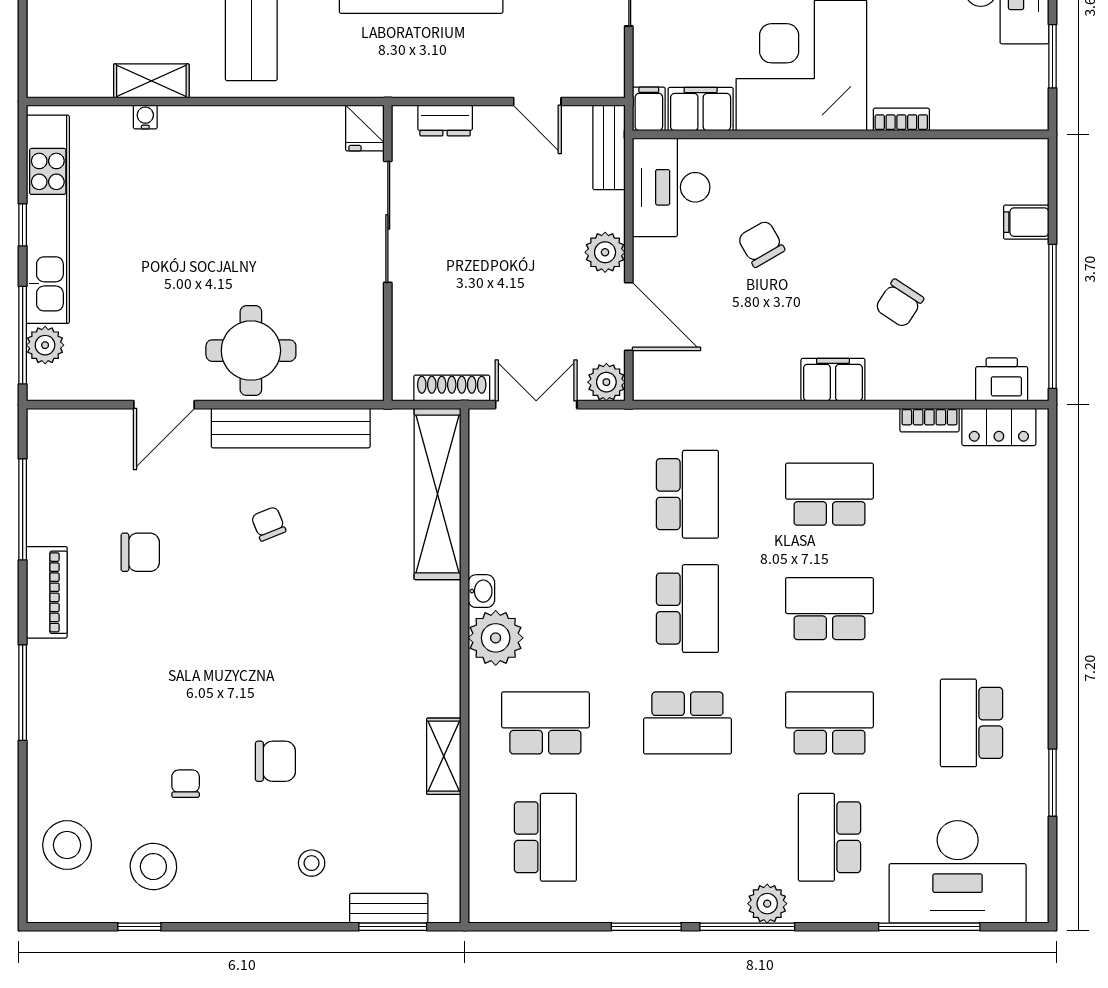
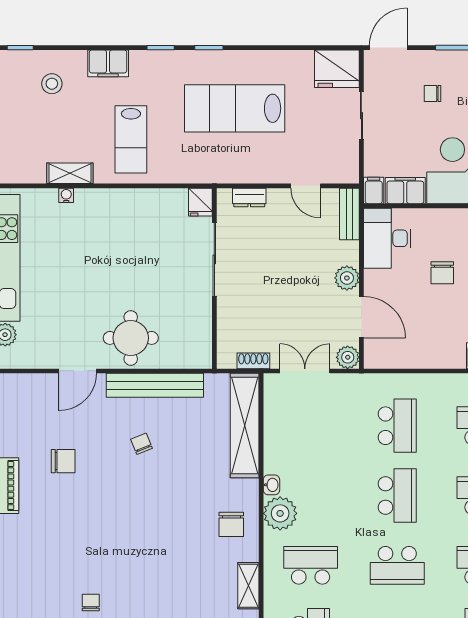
chair: (761, 244) -> (442, 273), turned -150
shoe rack: (452, 388) -> (253, 361), width x0.70
chair: (275, 761) -> (231, 524), moved, turned 90

